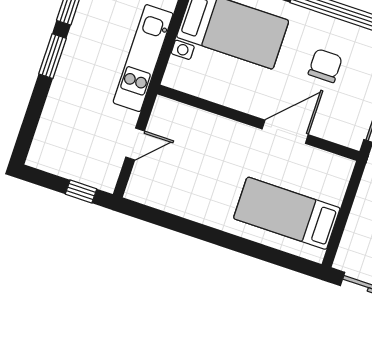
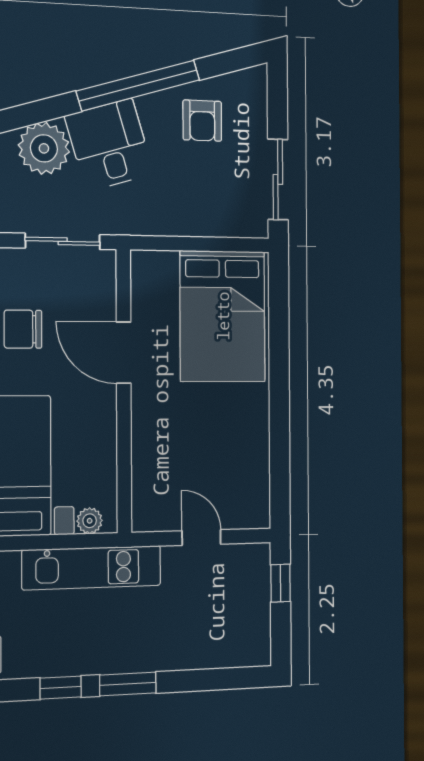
plant: (176, 68) -> (90, 521), added
bed: (287, 213) -> (223, 316), width x1.50

